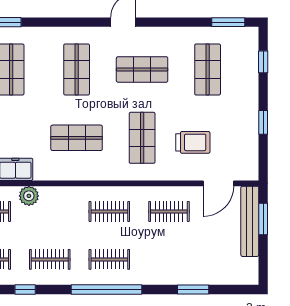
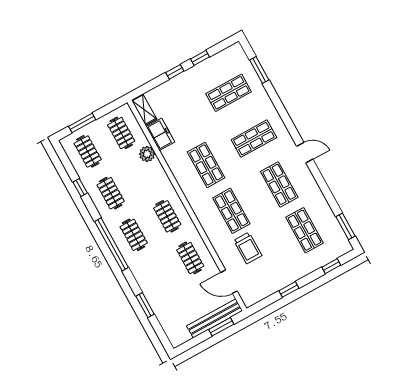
shop shelf: (208, 69) -> (304, 230), turned 90
shop shelf: (142, 138) -> (231, 211), turned 90

